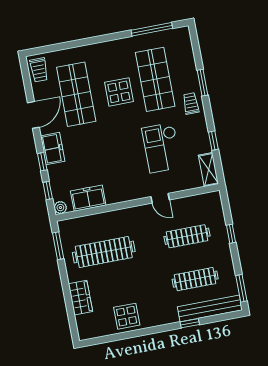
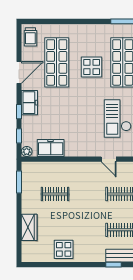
clothes rail: (104, 252) -> (55, 194), width x0.54, depth x0.76

